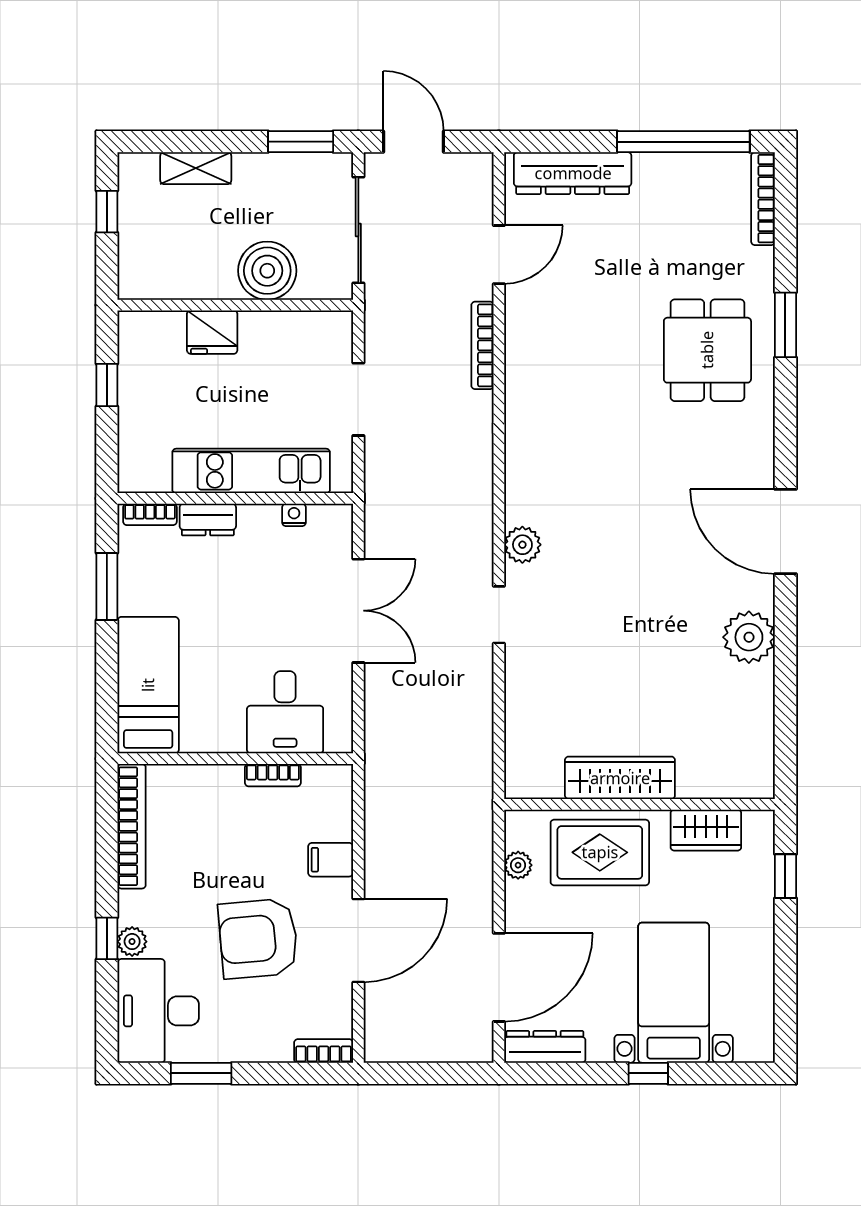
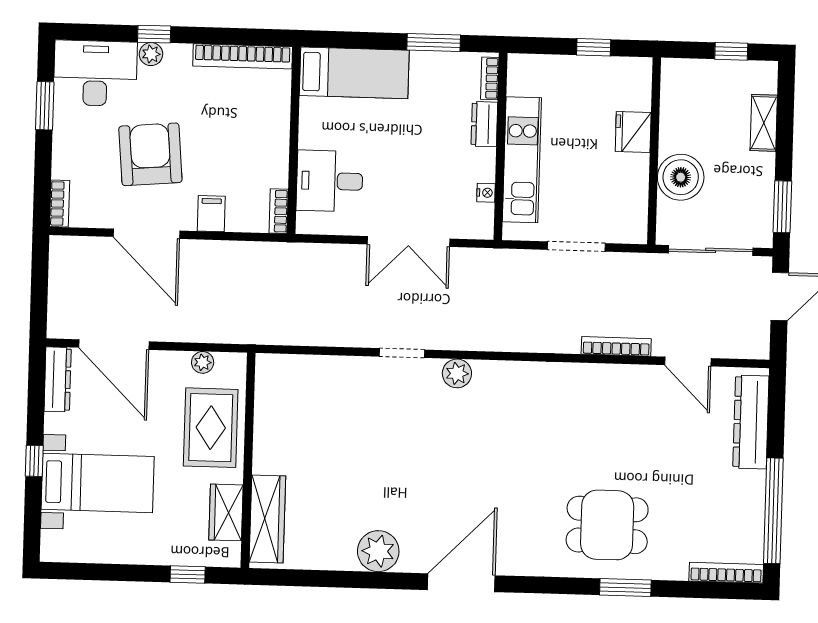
bookcase: (273, 775) -> (279, 211), moved
wardrobe: (620, 778) -> (267, 519), moved

